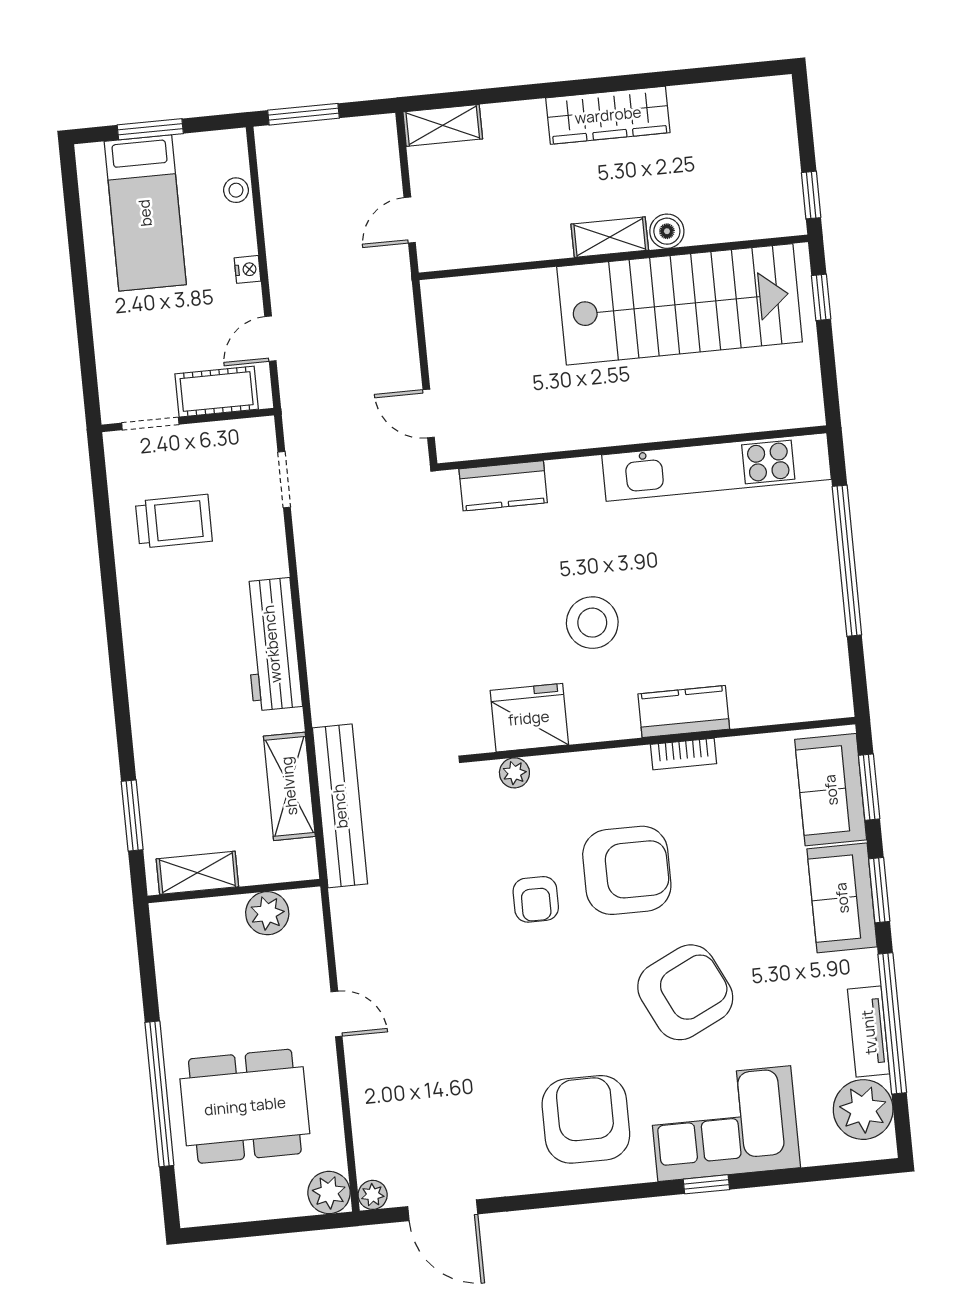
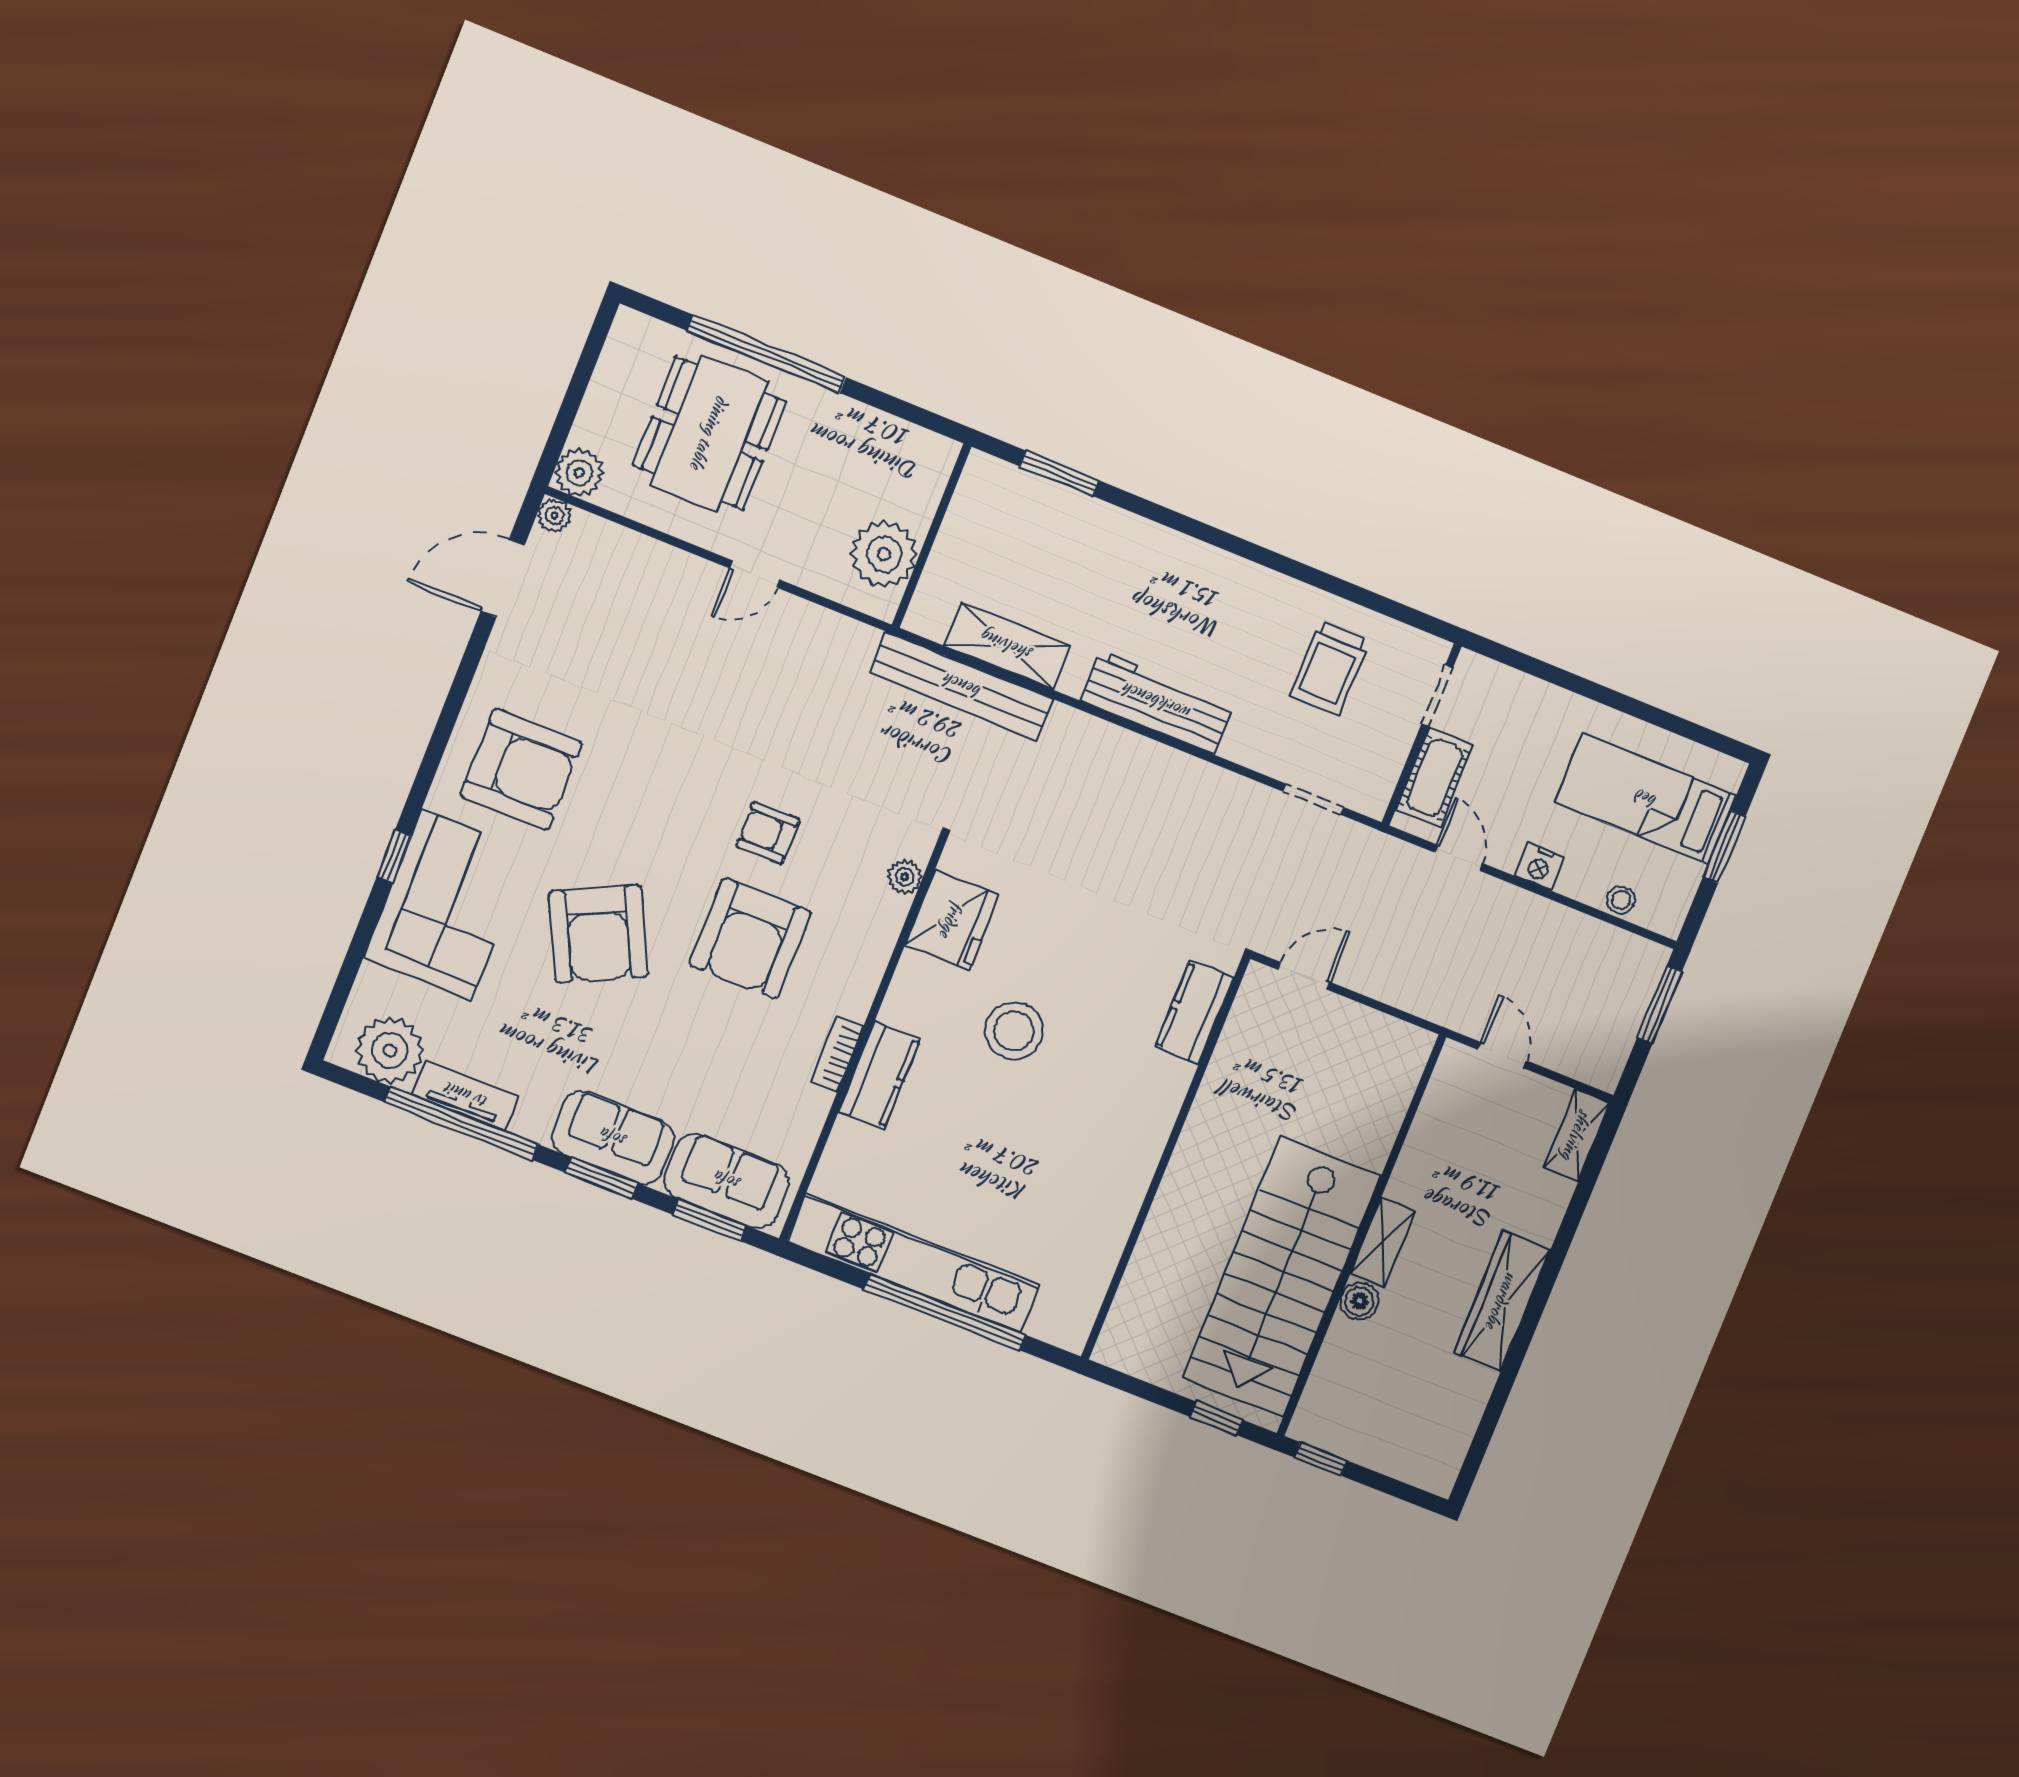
nightstand: (248, 269) -> (1540, 866), width x1.39, depth x1.35
kitchen unit: (716, 467) -> (913, 1263), moved, turned 90
shelving: (197, 873) -> (968, 509), removed
plant: (267, 913) -> (884, 554), width x1.36, depth x1.36

